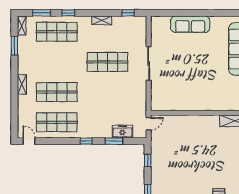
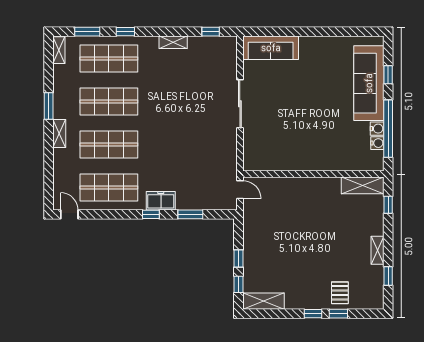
sofa: (190, 24) -> (271, 48), moved
window: (14, 46) -> (49, 106), moved
shop shelf: (107, 62) -> (109, 101), moved
door: (149, 124) -> (240, 190), hinge flipped
freezer: (122, 132) -> (161, 201), moved
window: (148, 161) -> (238, 259), moved

